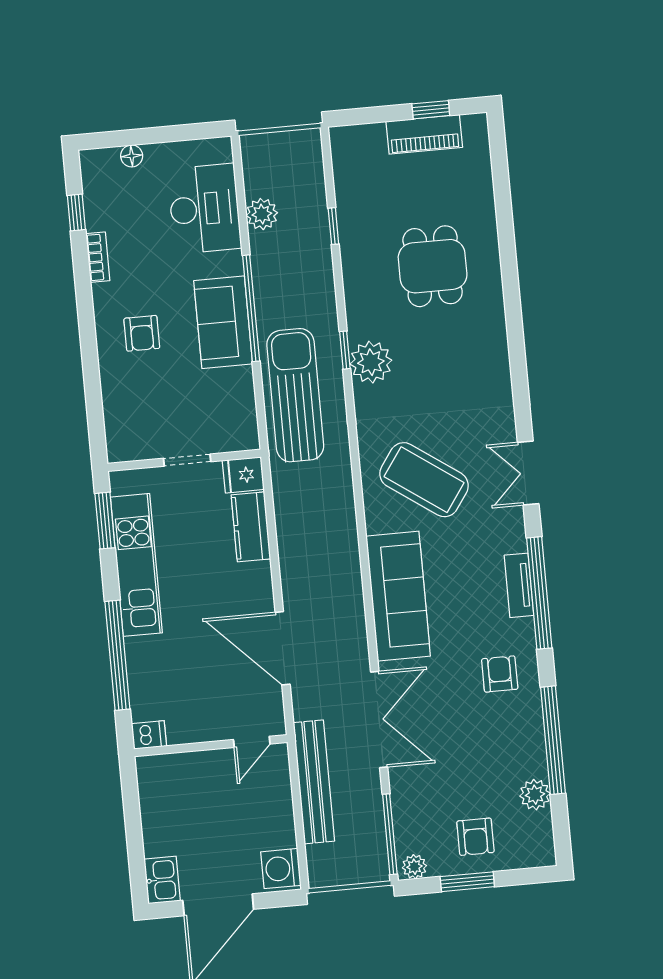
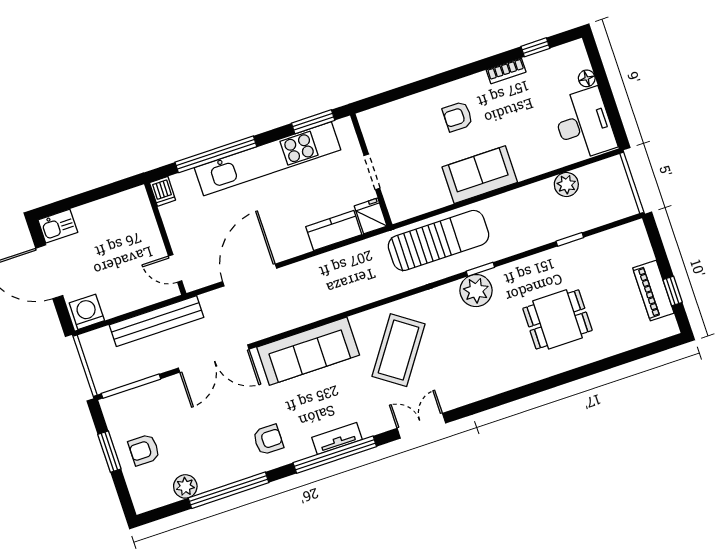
desk: (204, 209) -> (584, 124), moved, turned -90
window: (251, 308) -> (495, 193), removed
kitchen unit: (136, 565) -> (268, 159), width x1.36
plant: (414, 867) -> (111, 410), removed

